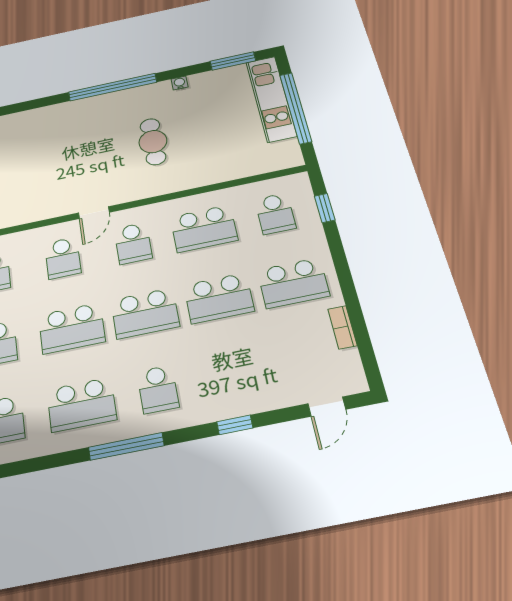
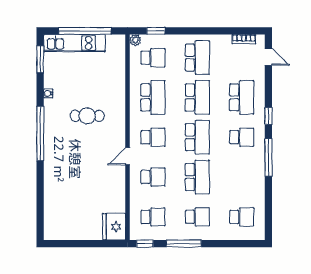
plant: (300, 181) -> (135, 40), added
door: (94, 213) -> (128, 156), swing flipped
bookcase: (342, 327) -> (244, 39), moved
school desk: (81, 405) -> (242, 97), moved
window: (235, 425) -> (268, 116), moved

